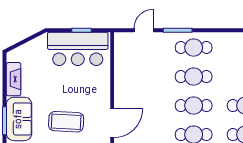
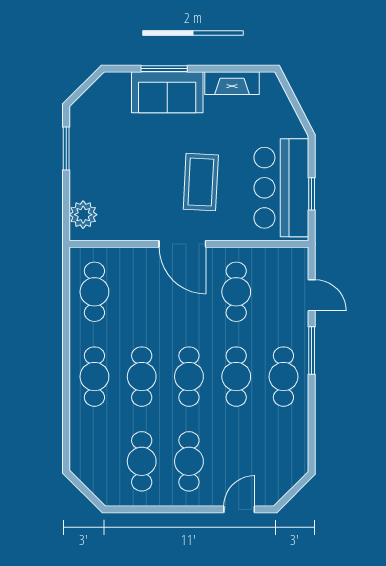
cafe table: (142, 77) -> (236, 292), added
coffee table: (66, 122) -> (201, 182), moved
door: (112, 123) -> (182, 244), moved

